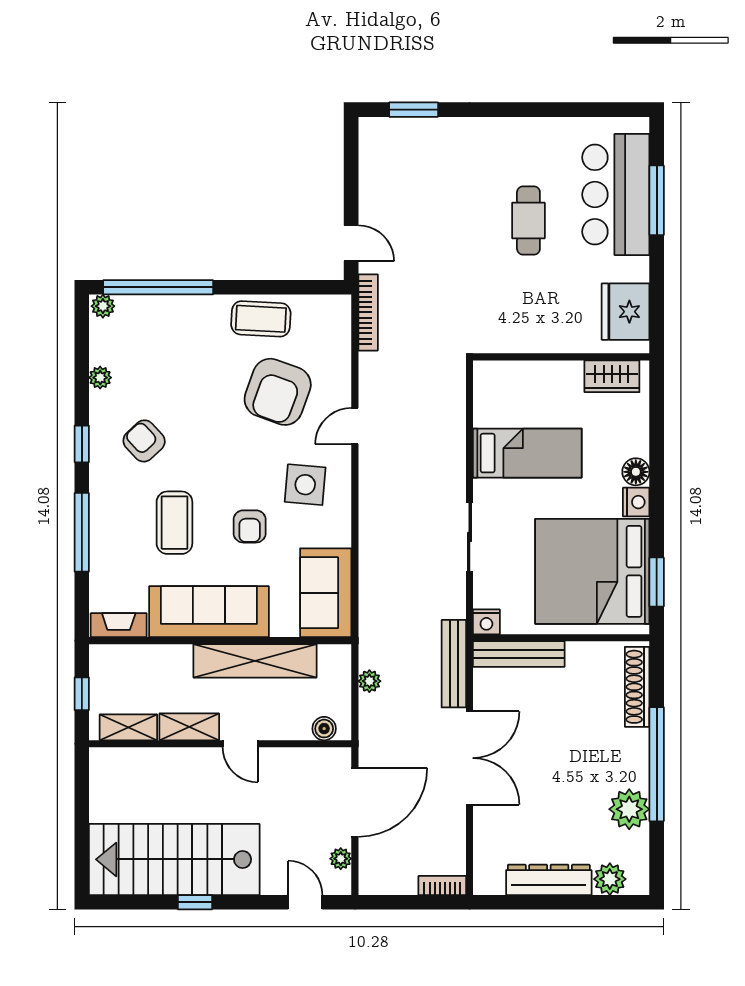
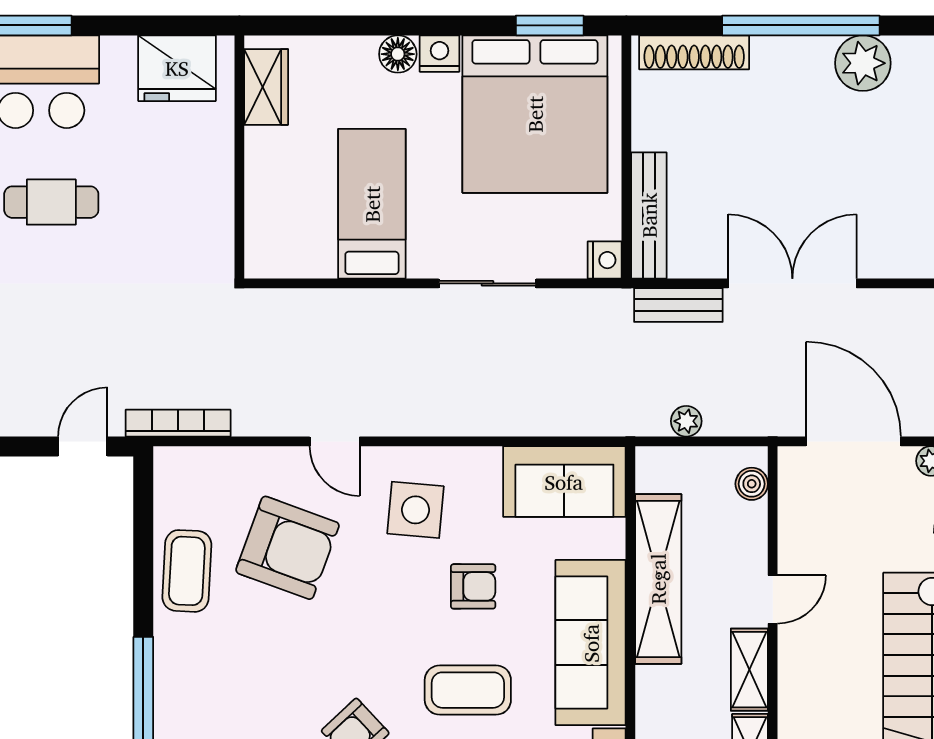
bench: (454, 664) -> (678, 305), width x0.73

